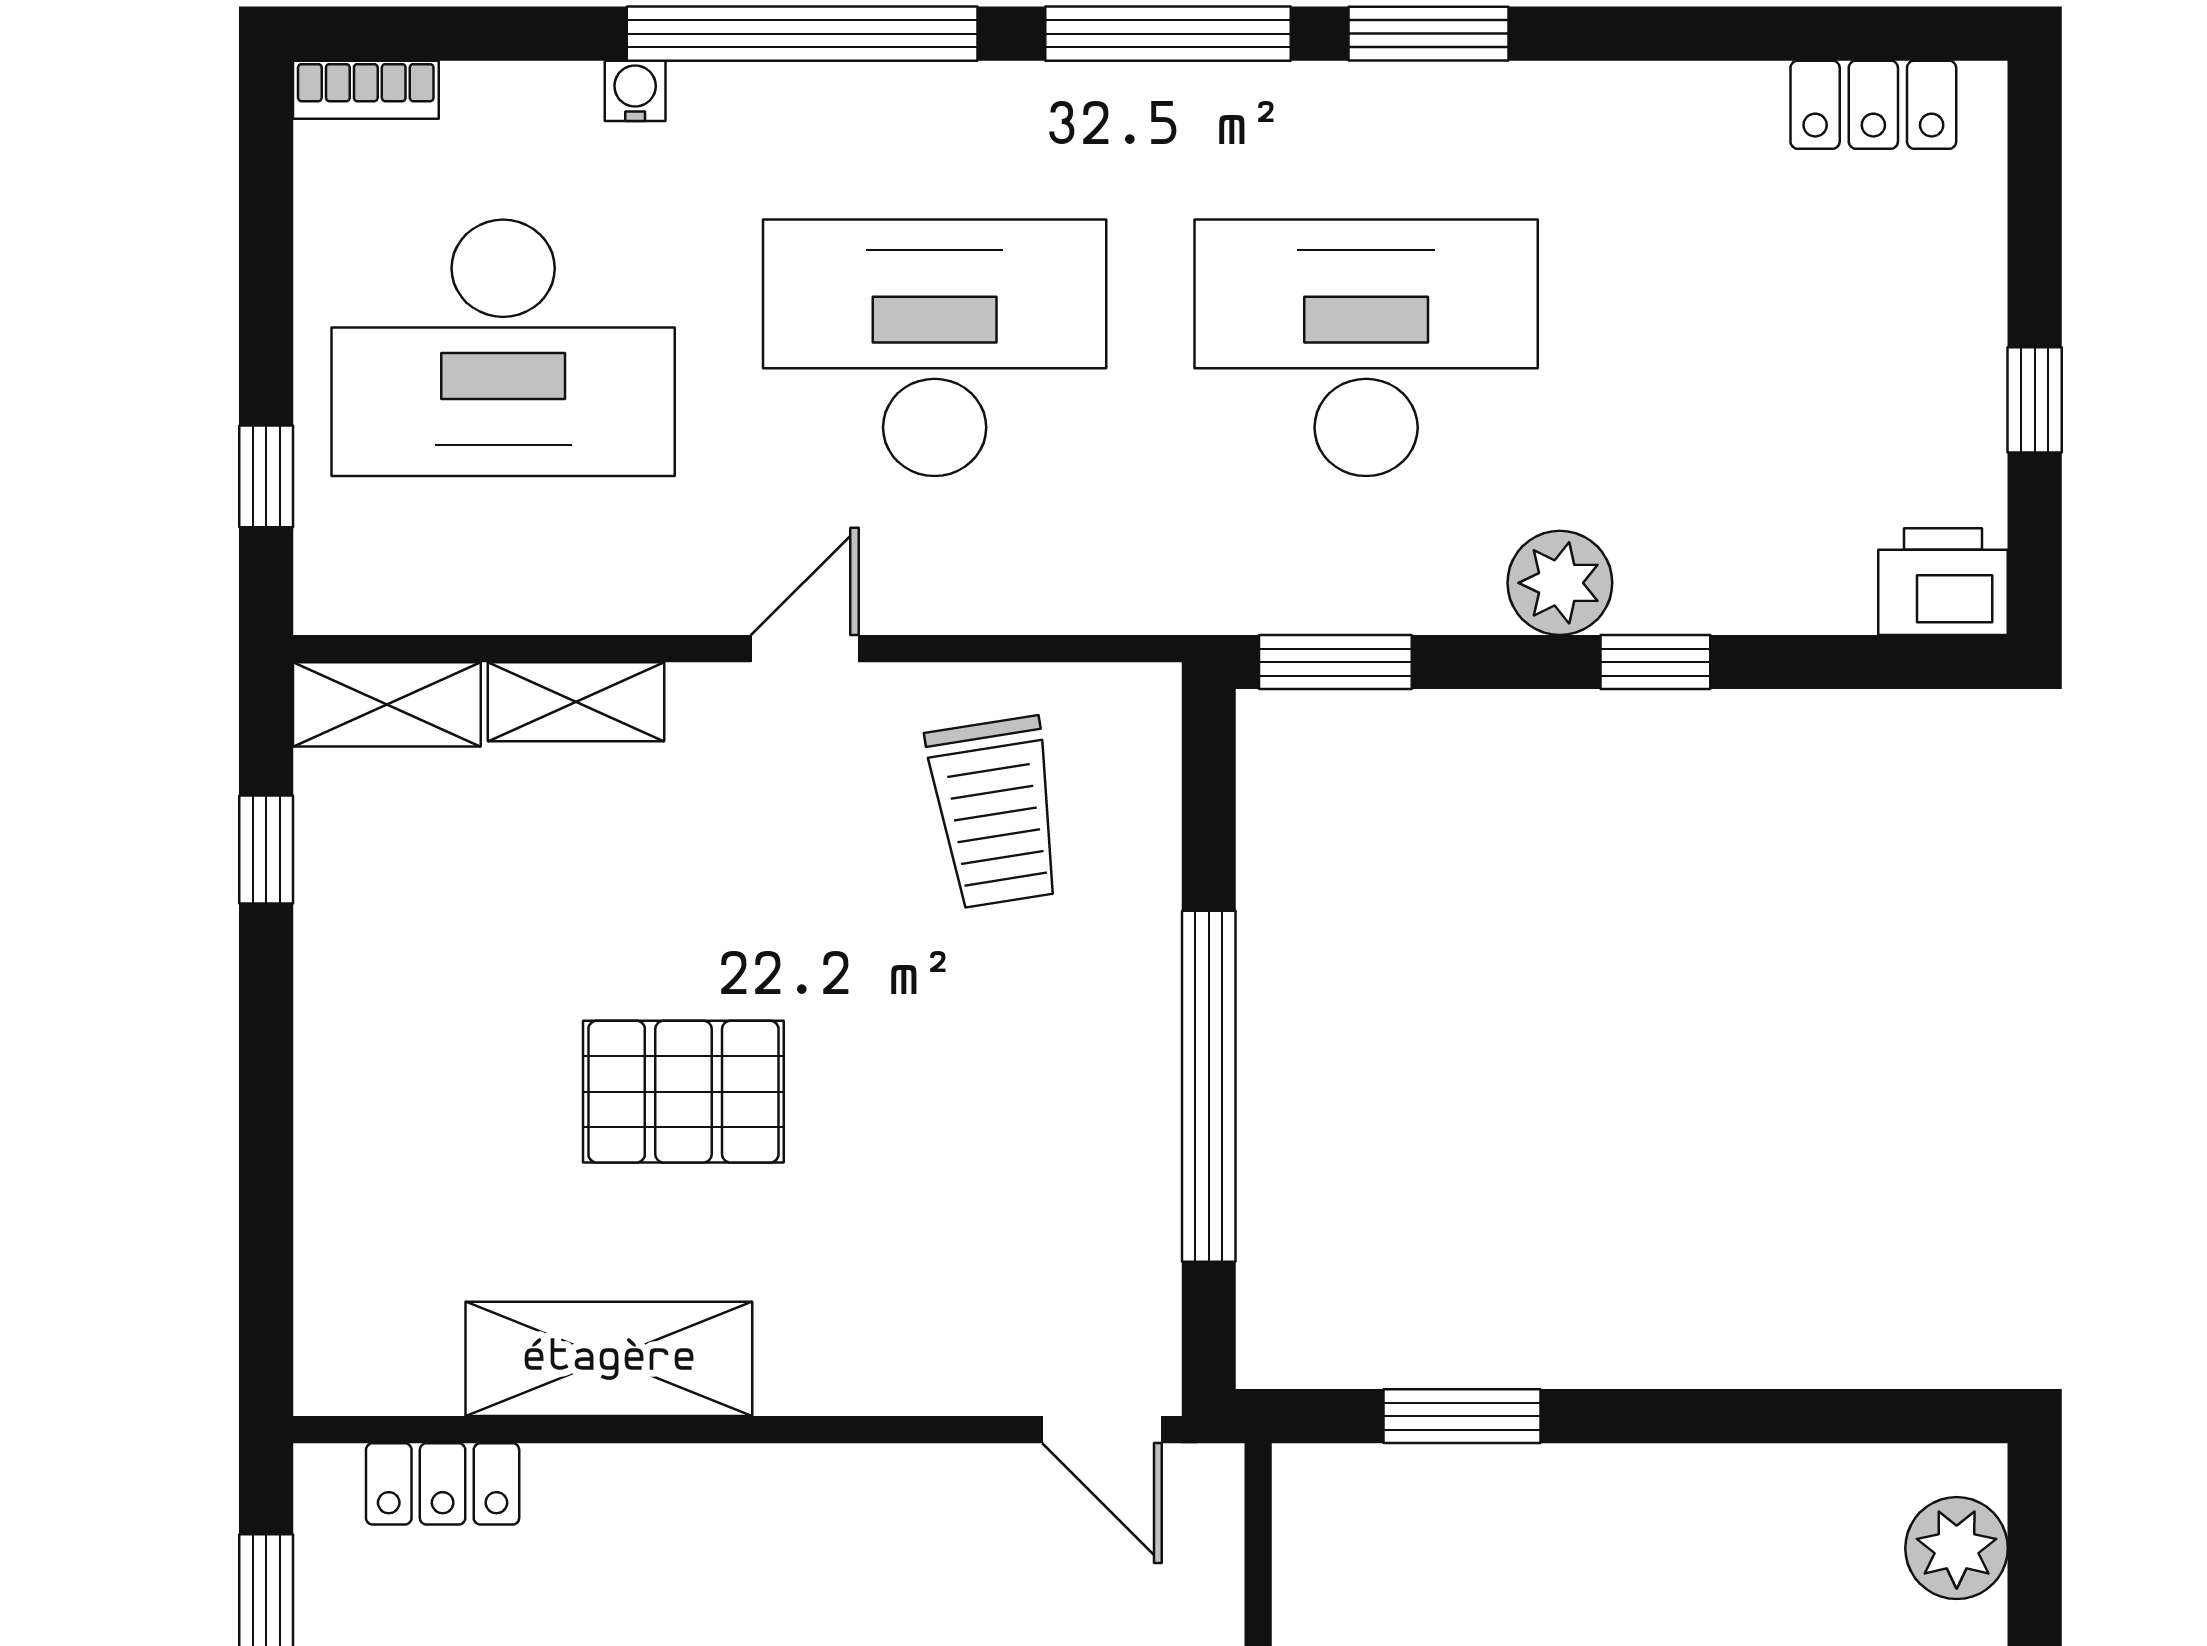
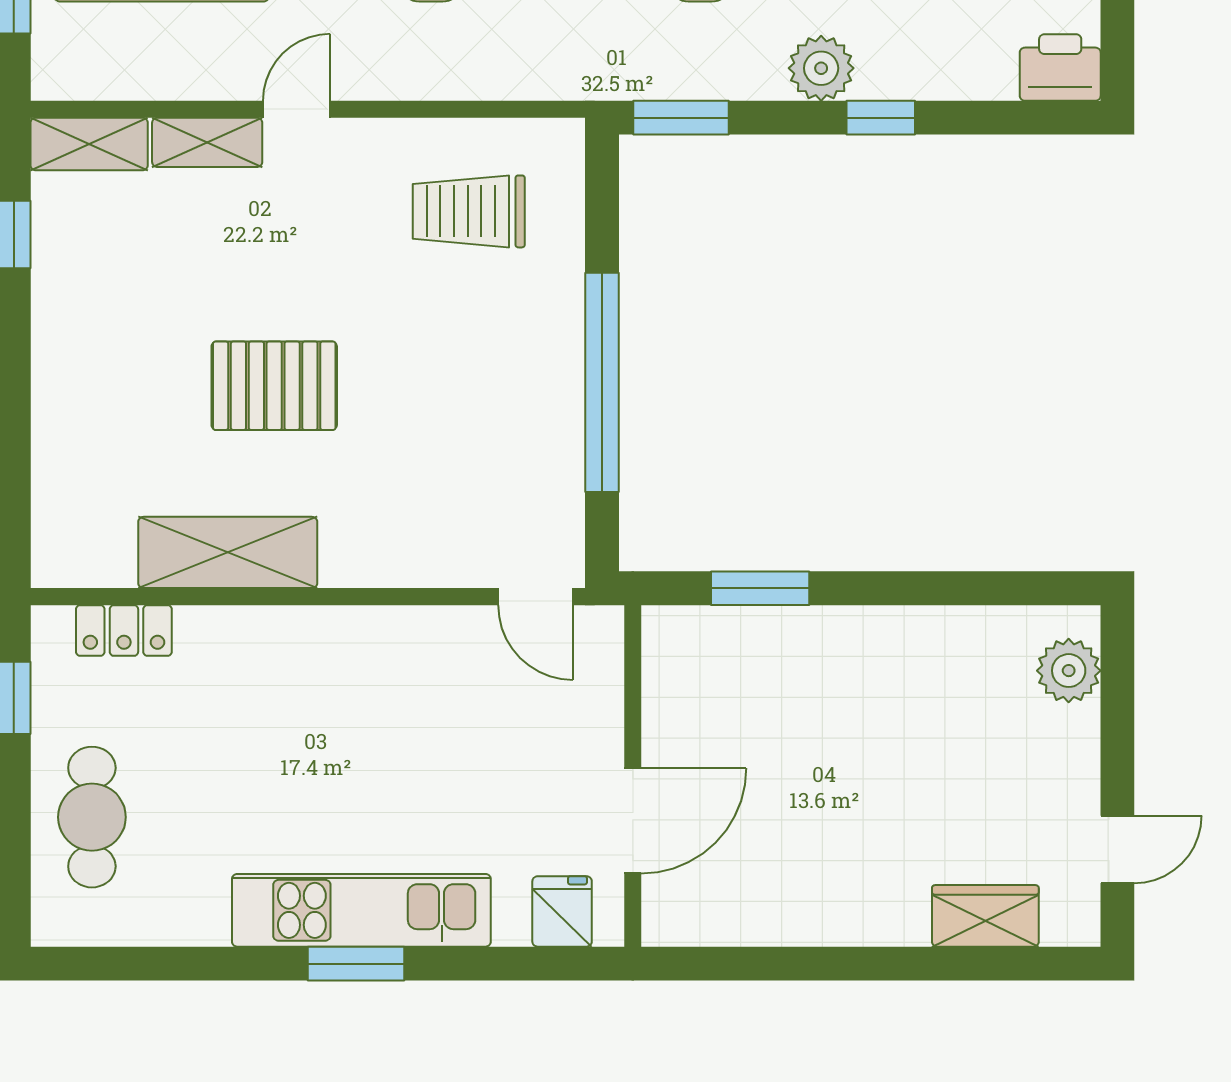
door: (805, 649) -> (297, 109), moved
trolley: (995, 812) -> (469, 211), turned 99

